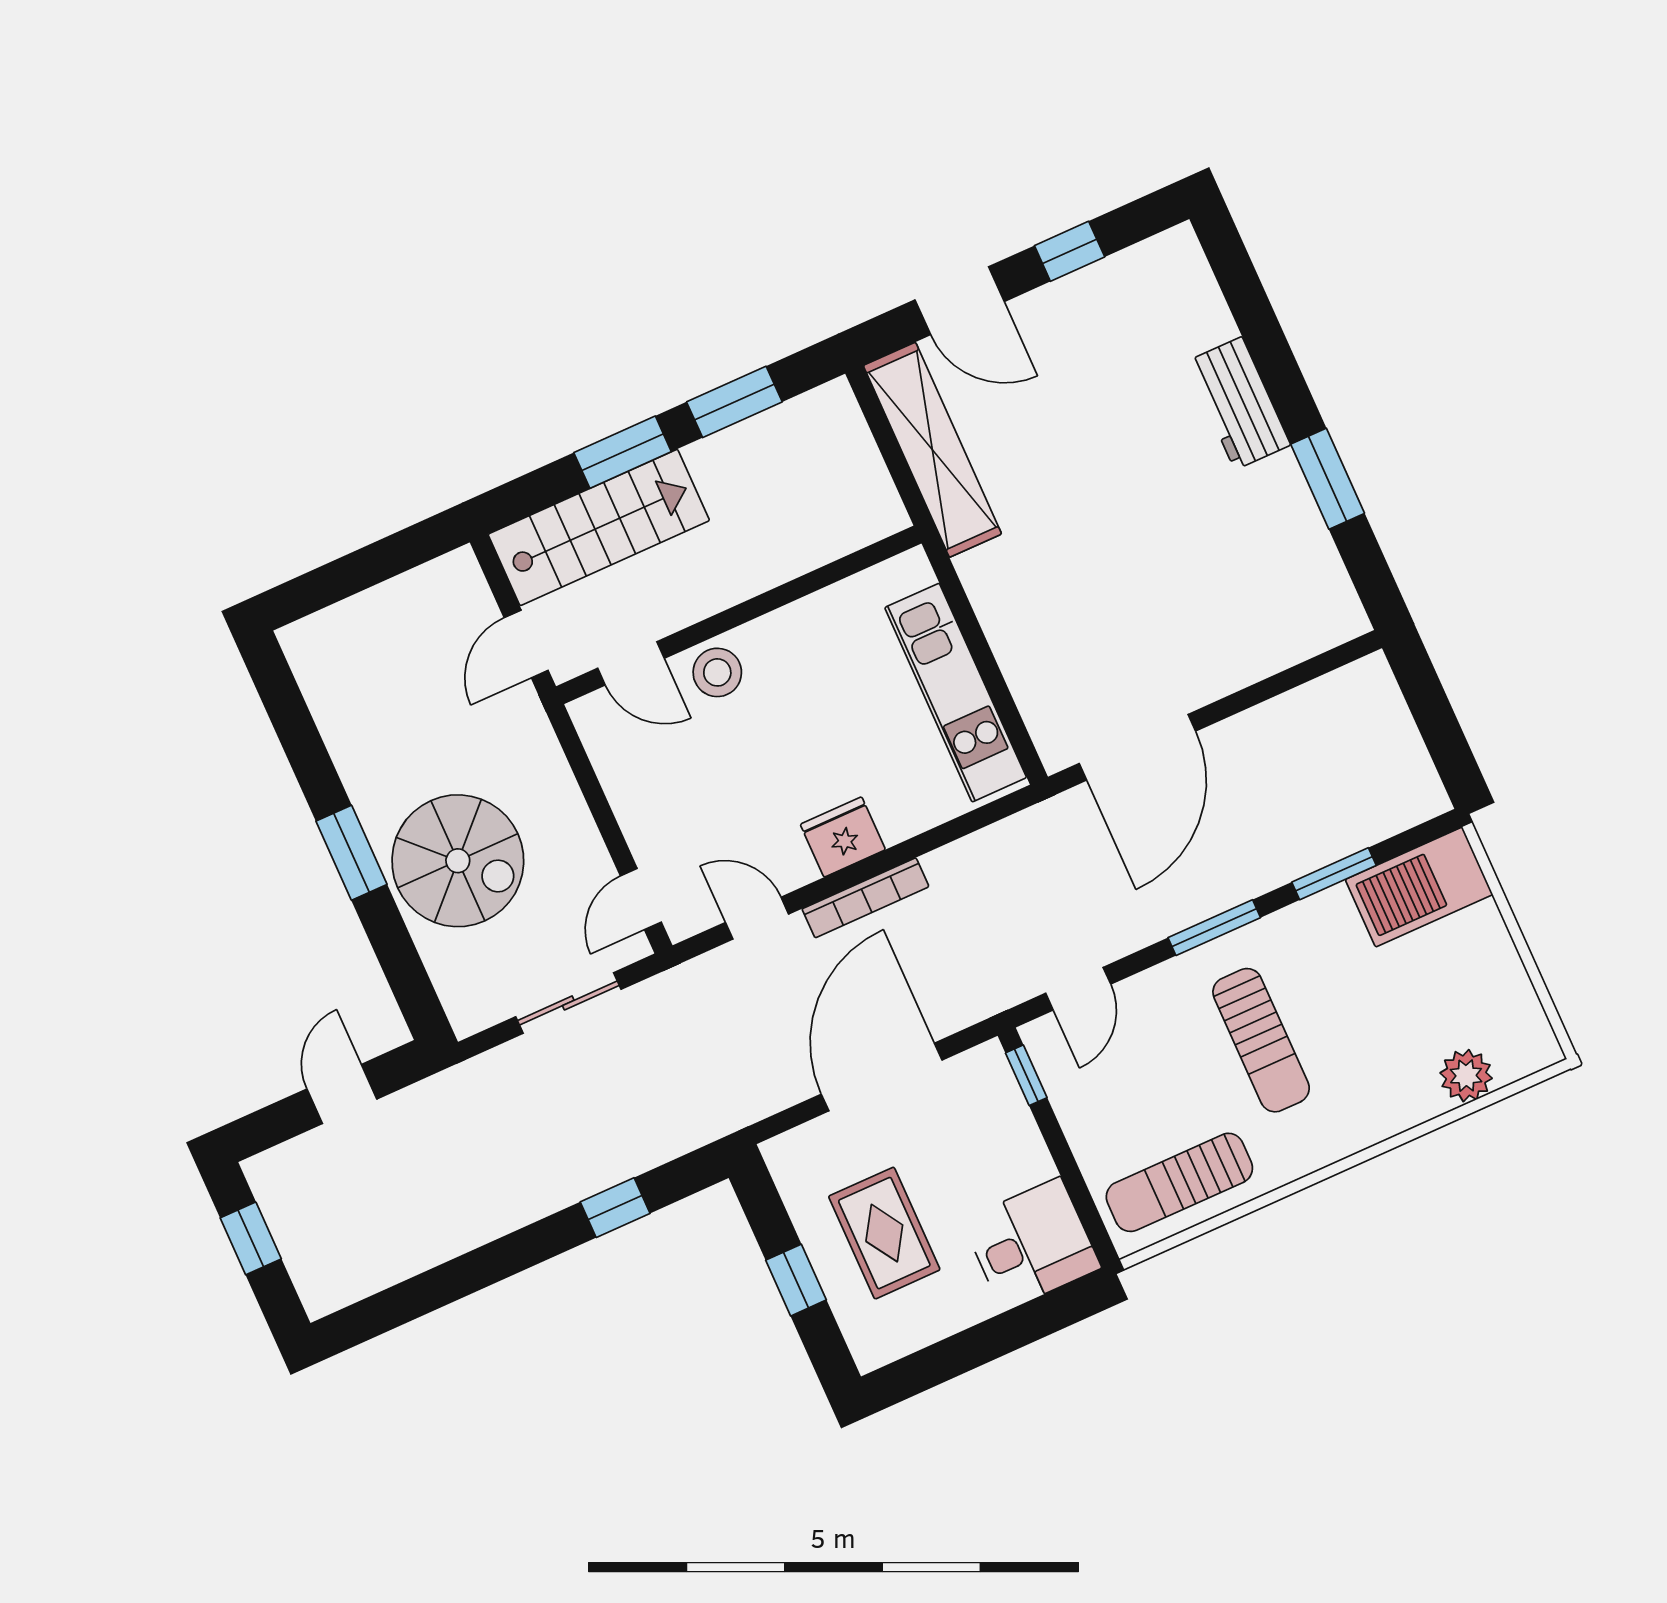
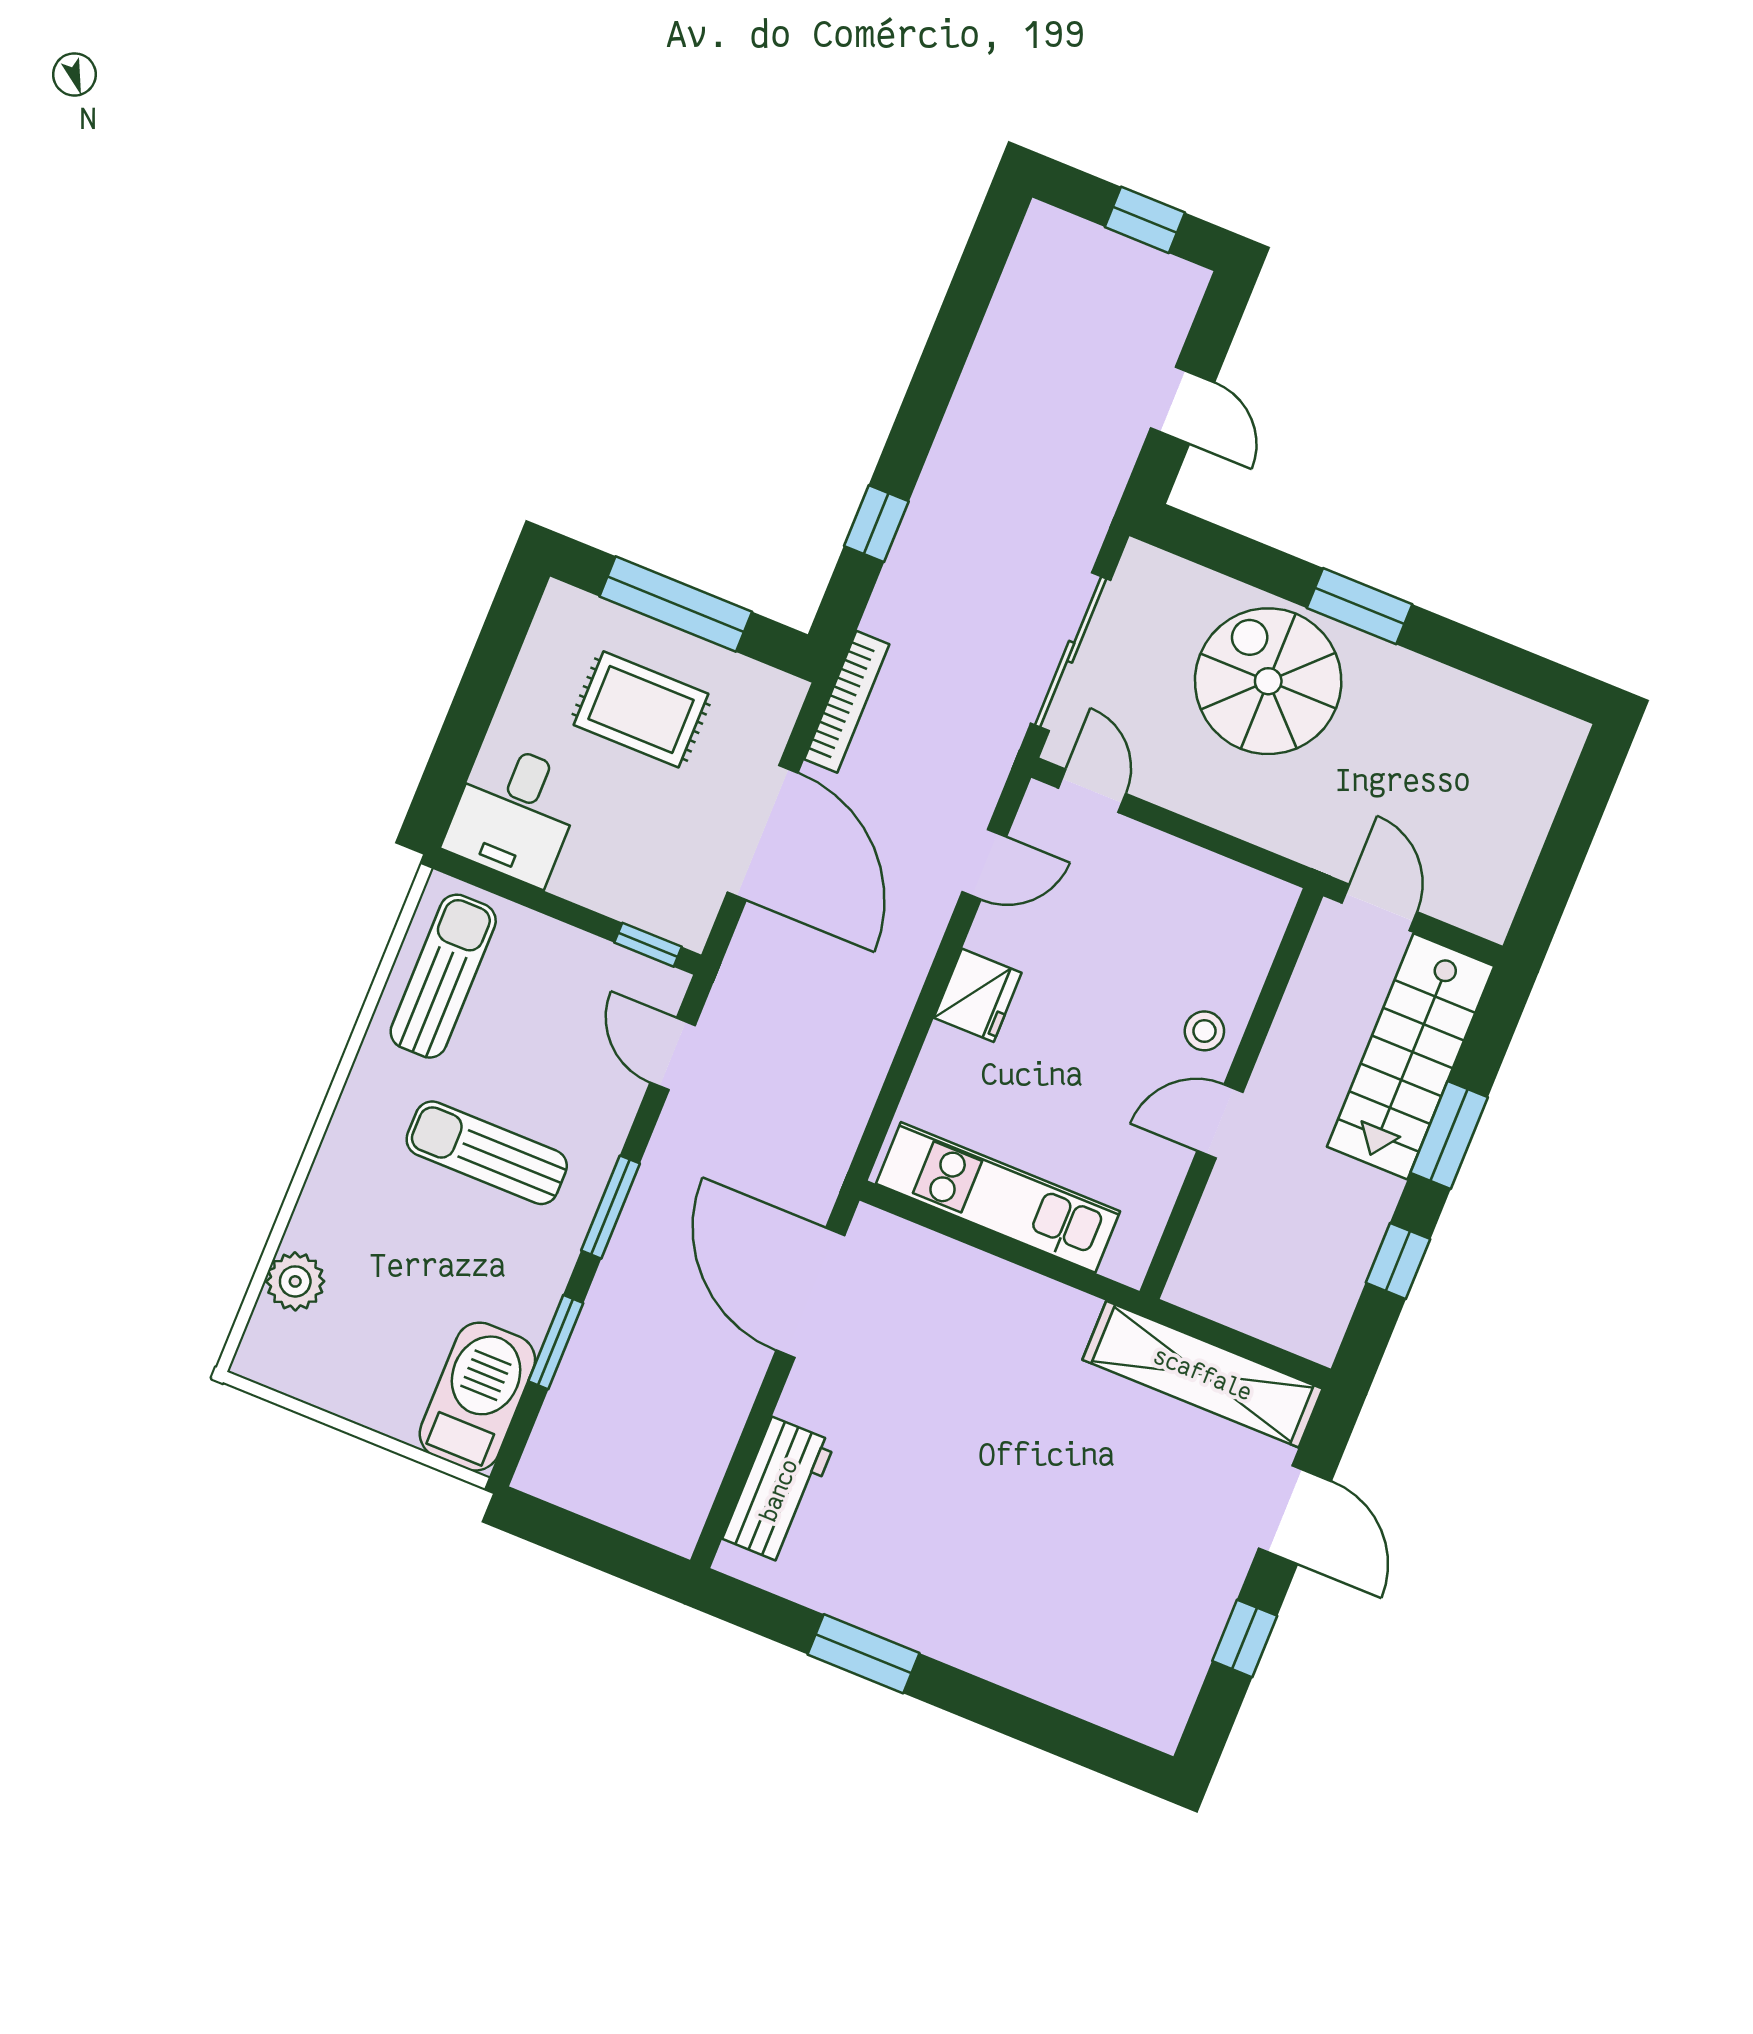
door: (960, 301) -> (1295, 1515), swing flipped
window: (734, 402) -> (1398, 1261), width x0.67
workbench: (1238, 403) -> (779, 1490), moved, turned 90
door: (631, 663) -> (1220, 1121), moved
stool: (717, 672) -> (1204, 1031), width x0.73, depth x0.73
spiral stairs: (458, 861) -> (1268, 681), turned 90
bookcase: (865, 898) -> (847, 702), moved, turned 180
sliding door: (568, 1003) -> (1071, 652), width x1.37
window: (796, 1280) -> (676, 604), width x2.17

